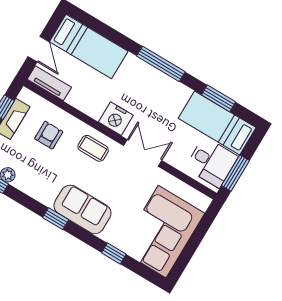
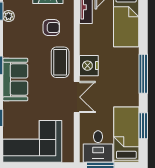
coffee table: (93, 148) -> (60, 62), width x1.36, depth x1.30

